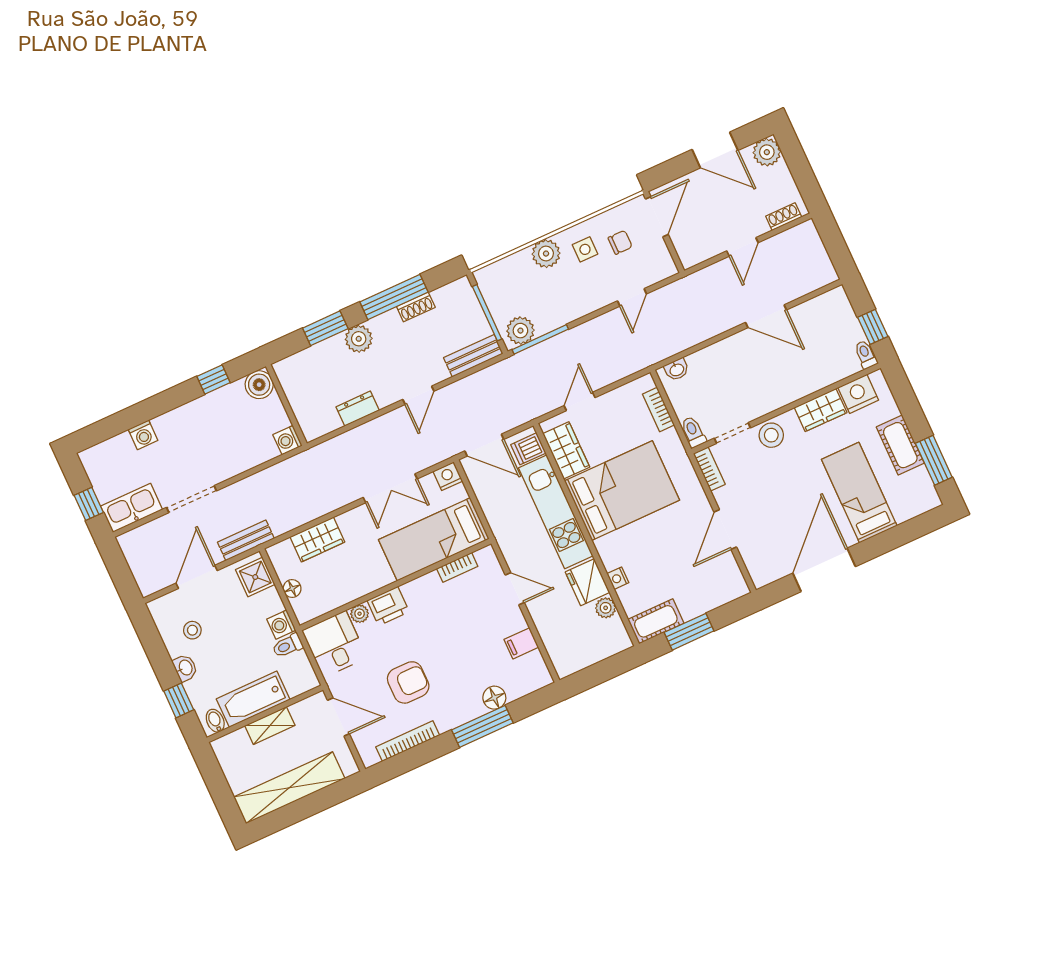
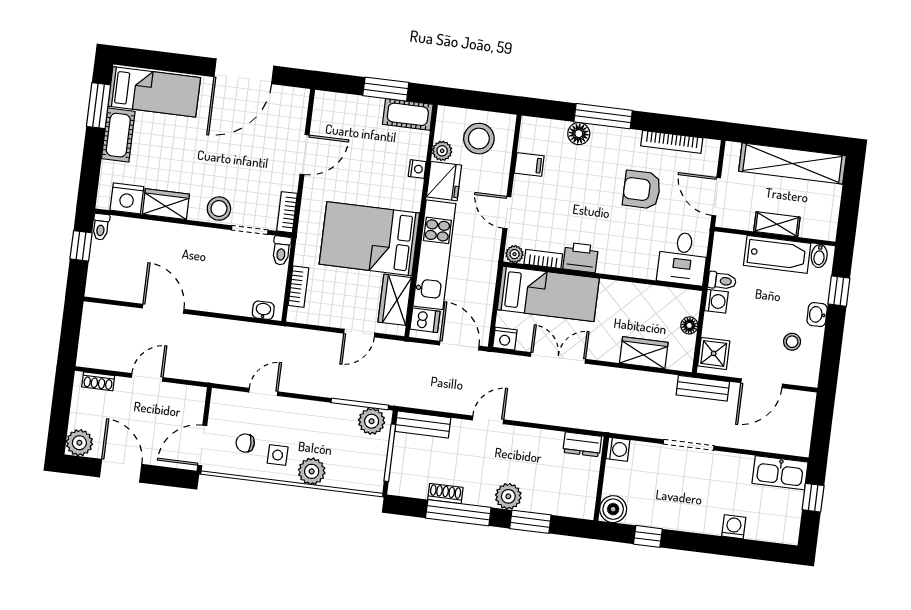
dresser: (358, 409) -> (582, 444), moved
bed: (859, 493) -> (154, 92), moved, turned -90
doorway: (191, 499) -> (689, 445), moved
printer: (388, 606) -> (581, 258), moved
plant: (360, 614) -> (515, 254), moved
stool: (580, 639) -> (479, 139), added

